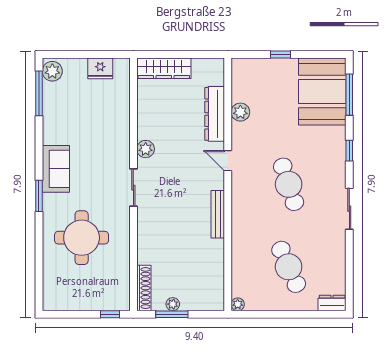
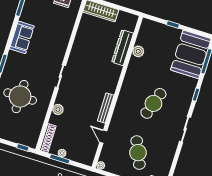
plant: (146, 149) -> (58, 109), moved
door: (228, 161) -> (103, 137), moved
sofa: (56, 169) -> (22, 37), moved
cafe table: (289, 184) -> (153, 103), turned 36

